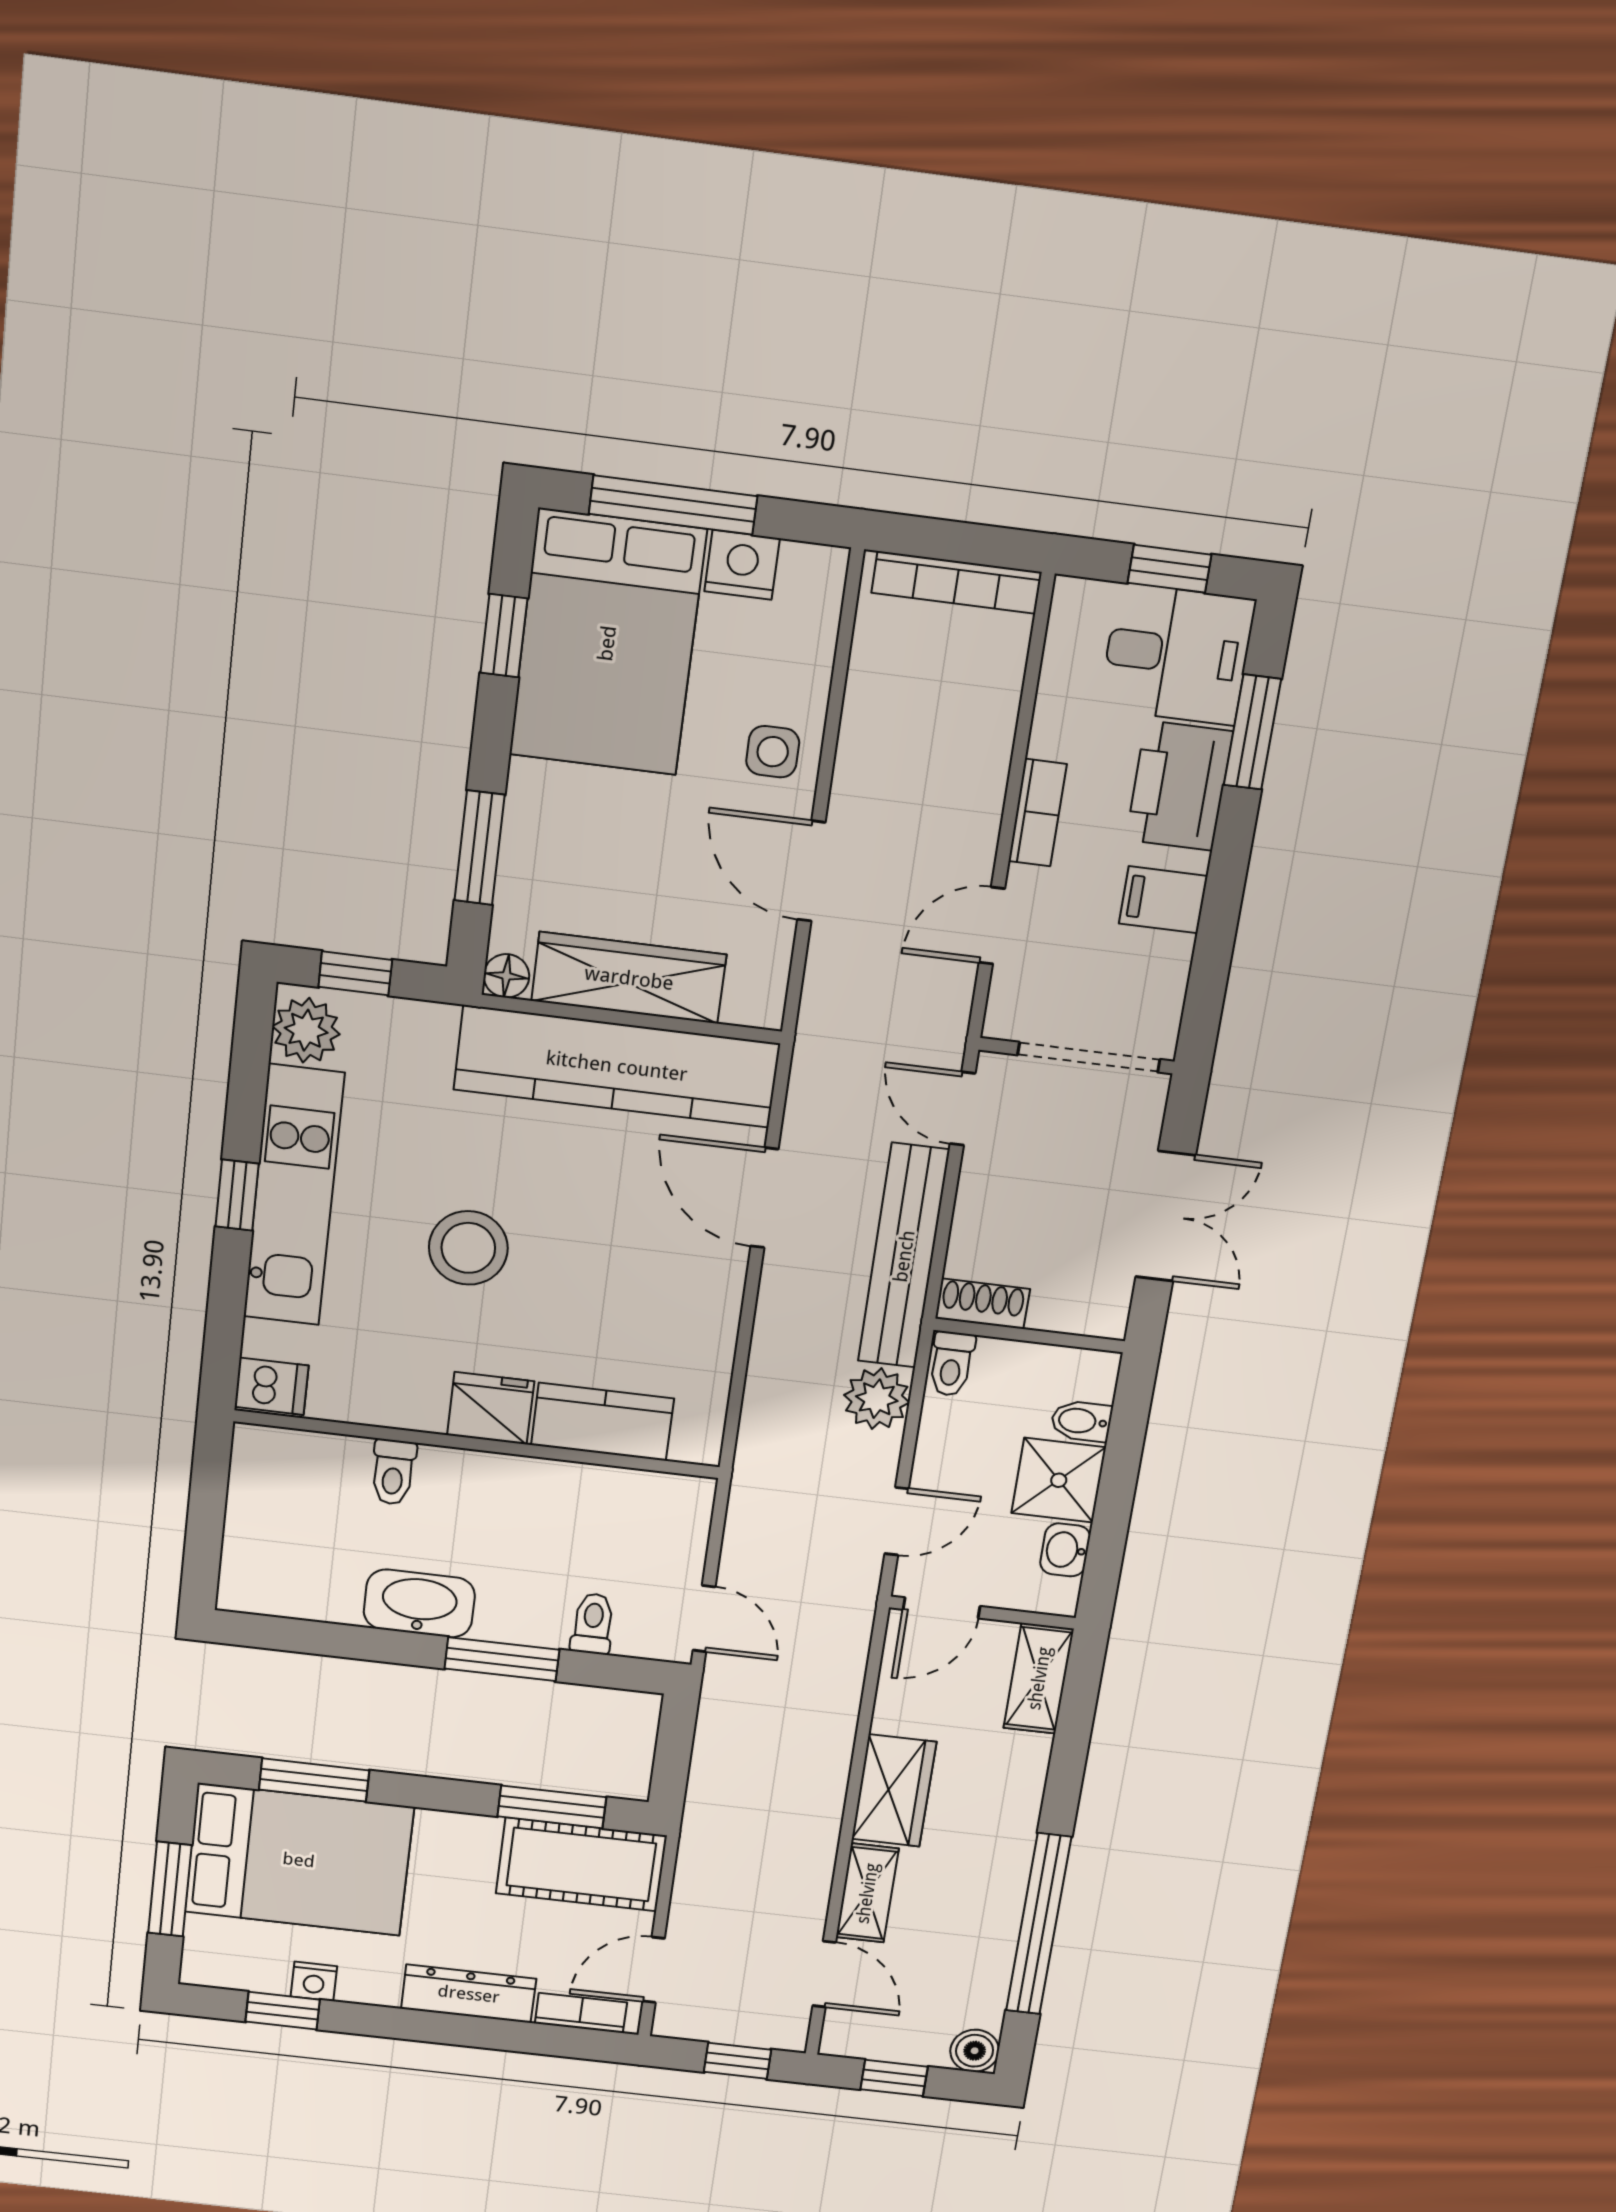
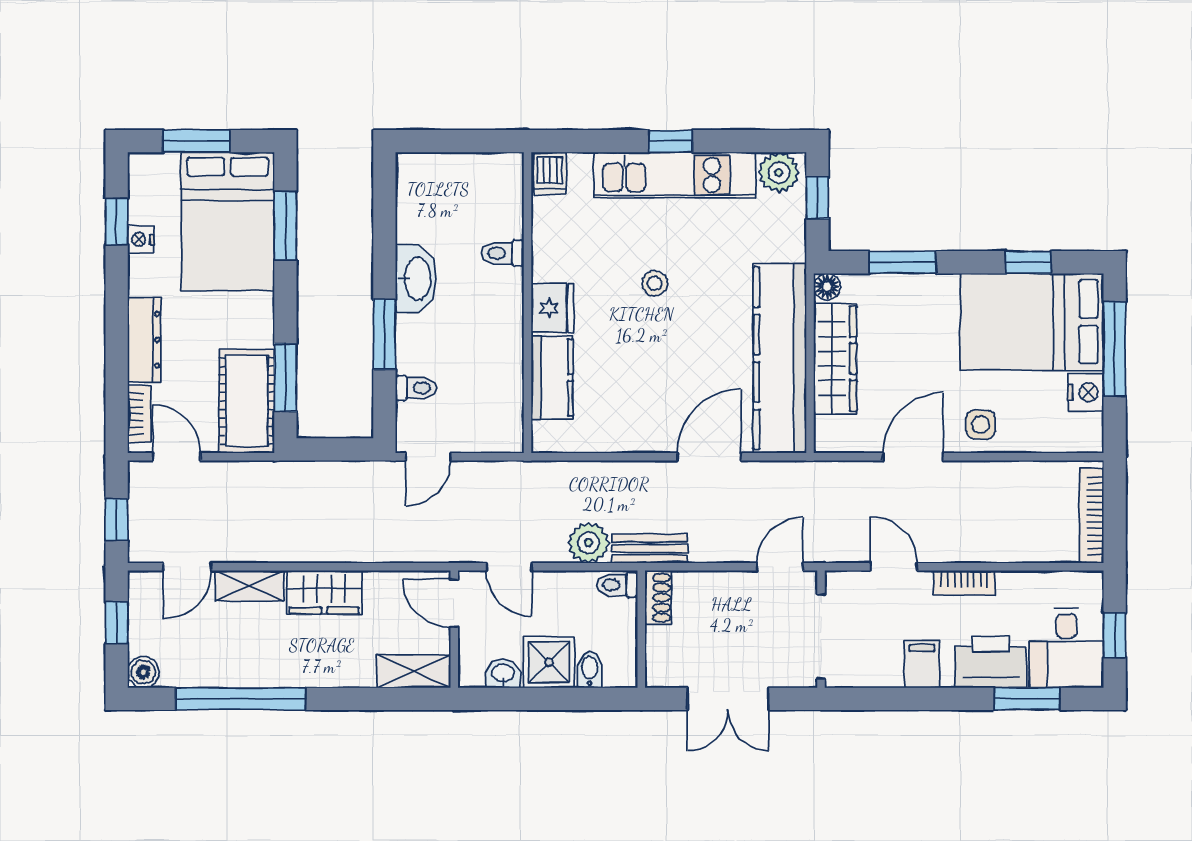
stool: (468, 1248) -> (655, 283), width x0.53, depth x0.53
bench: (904, 1256) -> (650, 549), width x0.54, depth x0.82

